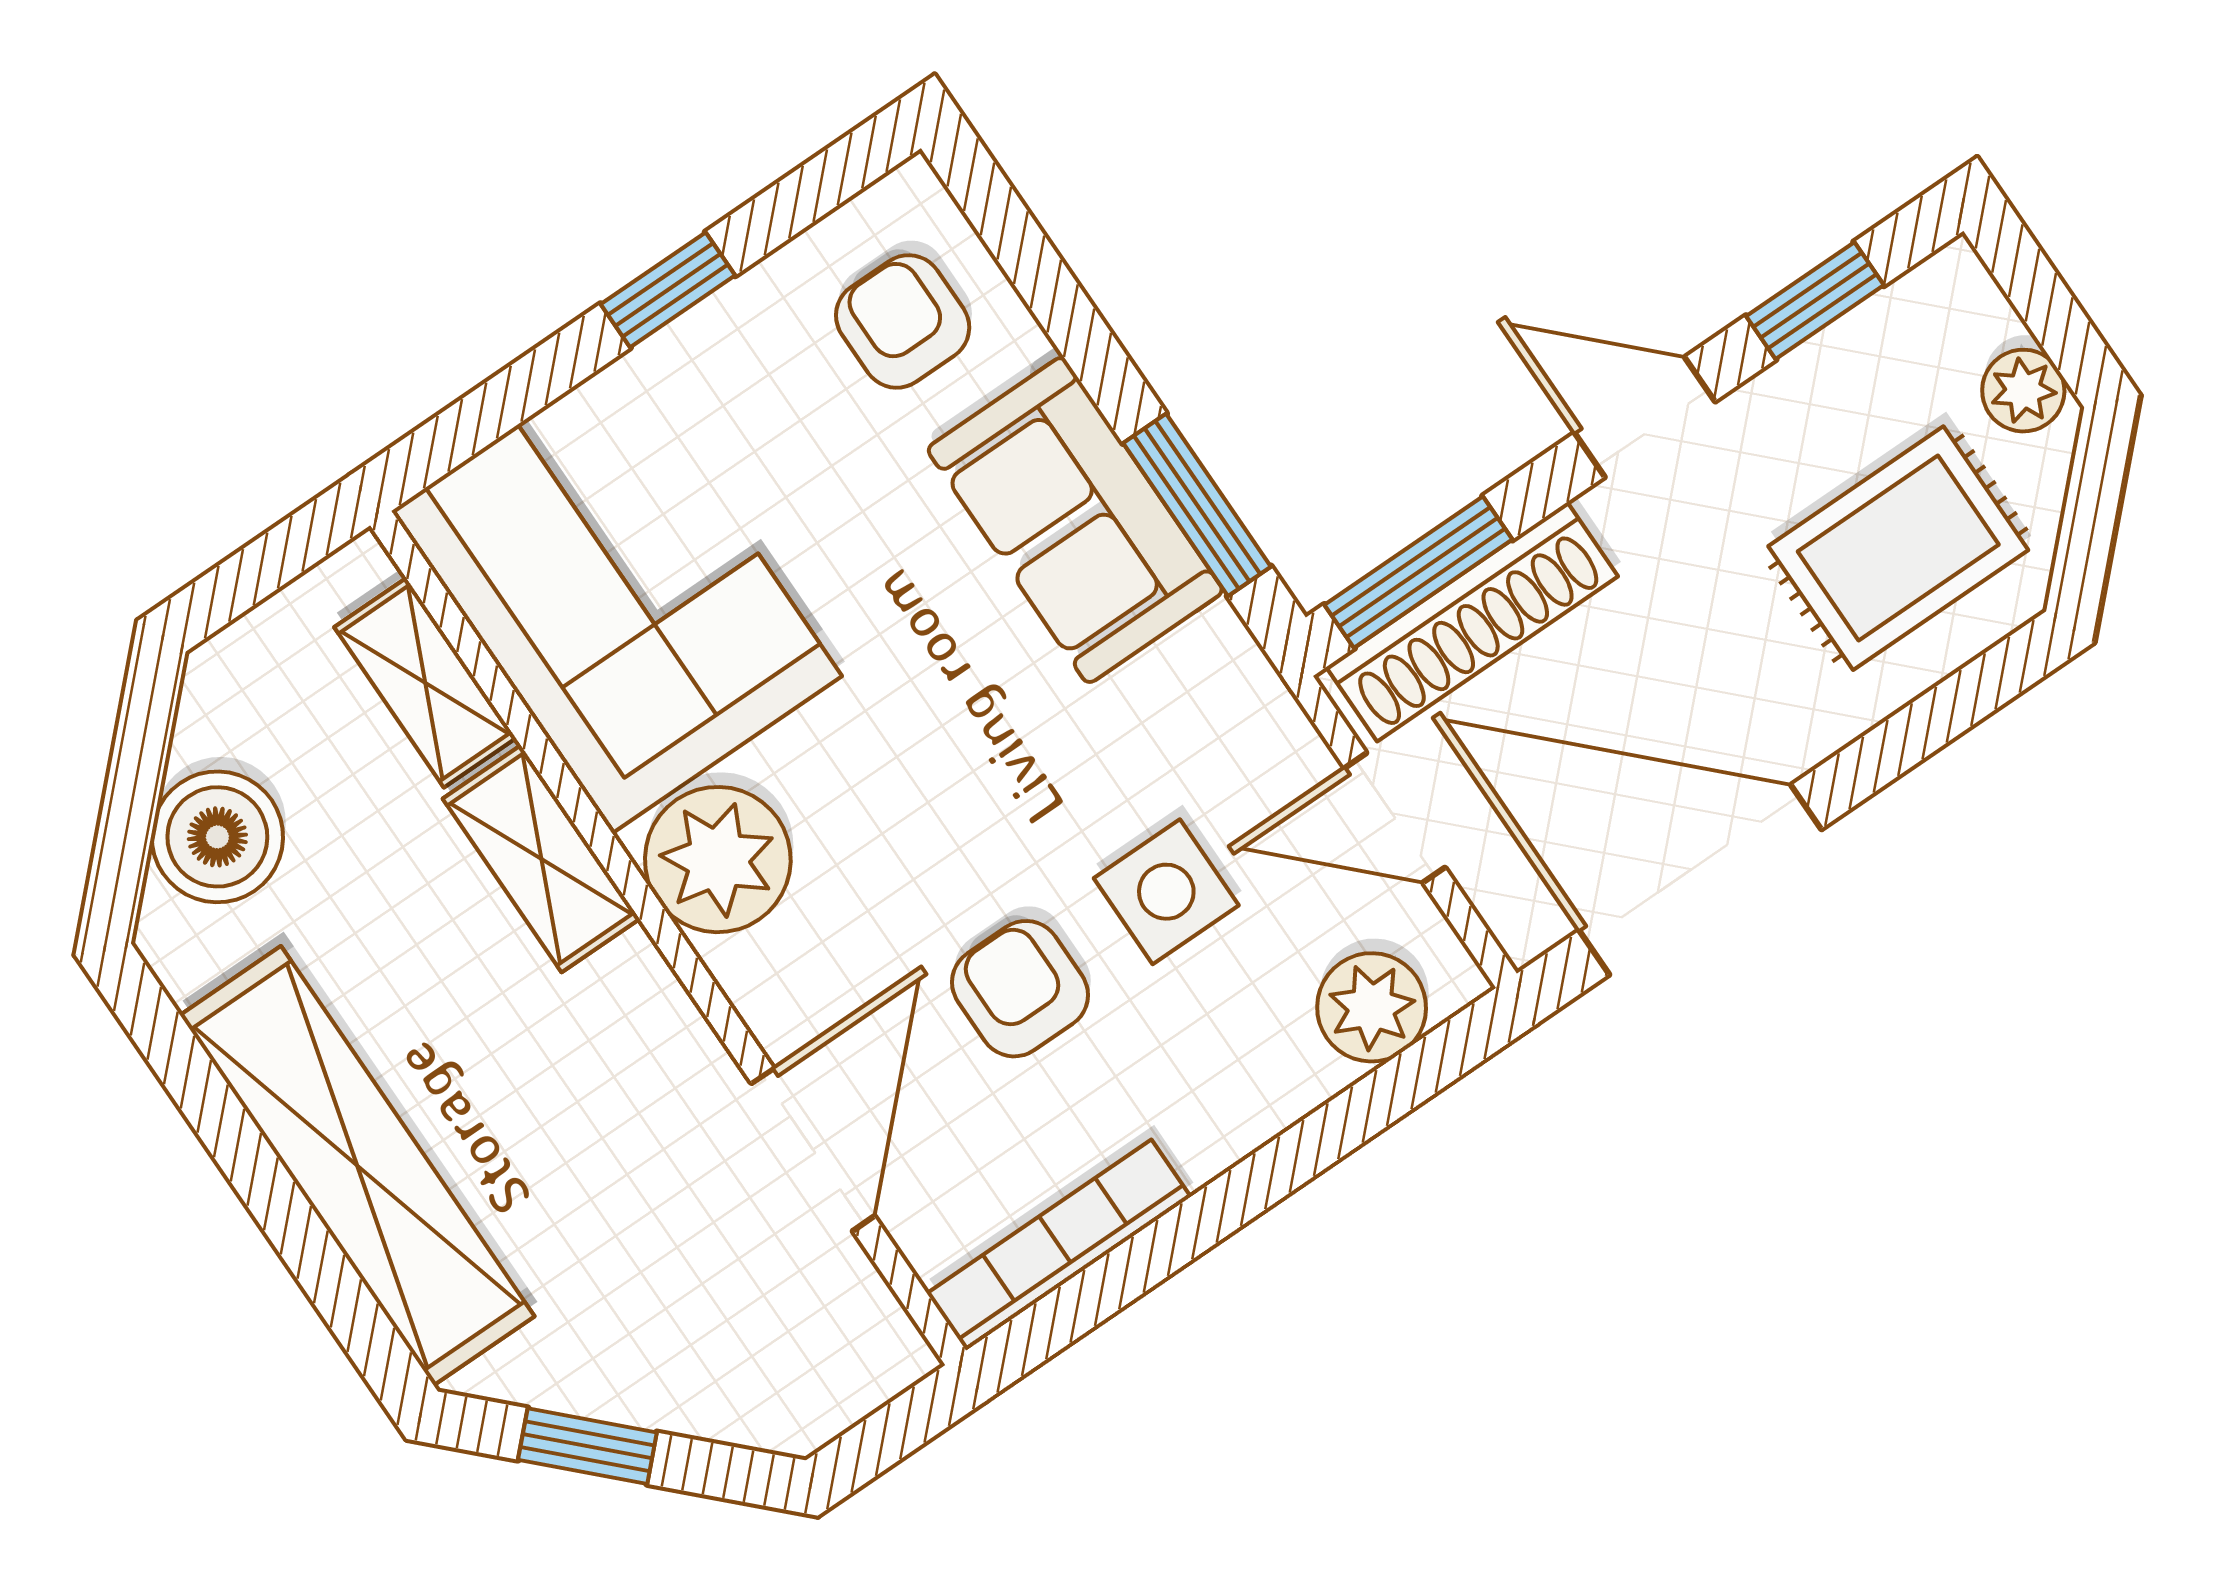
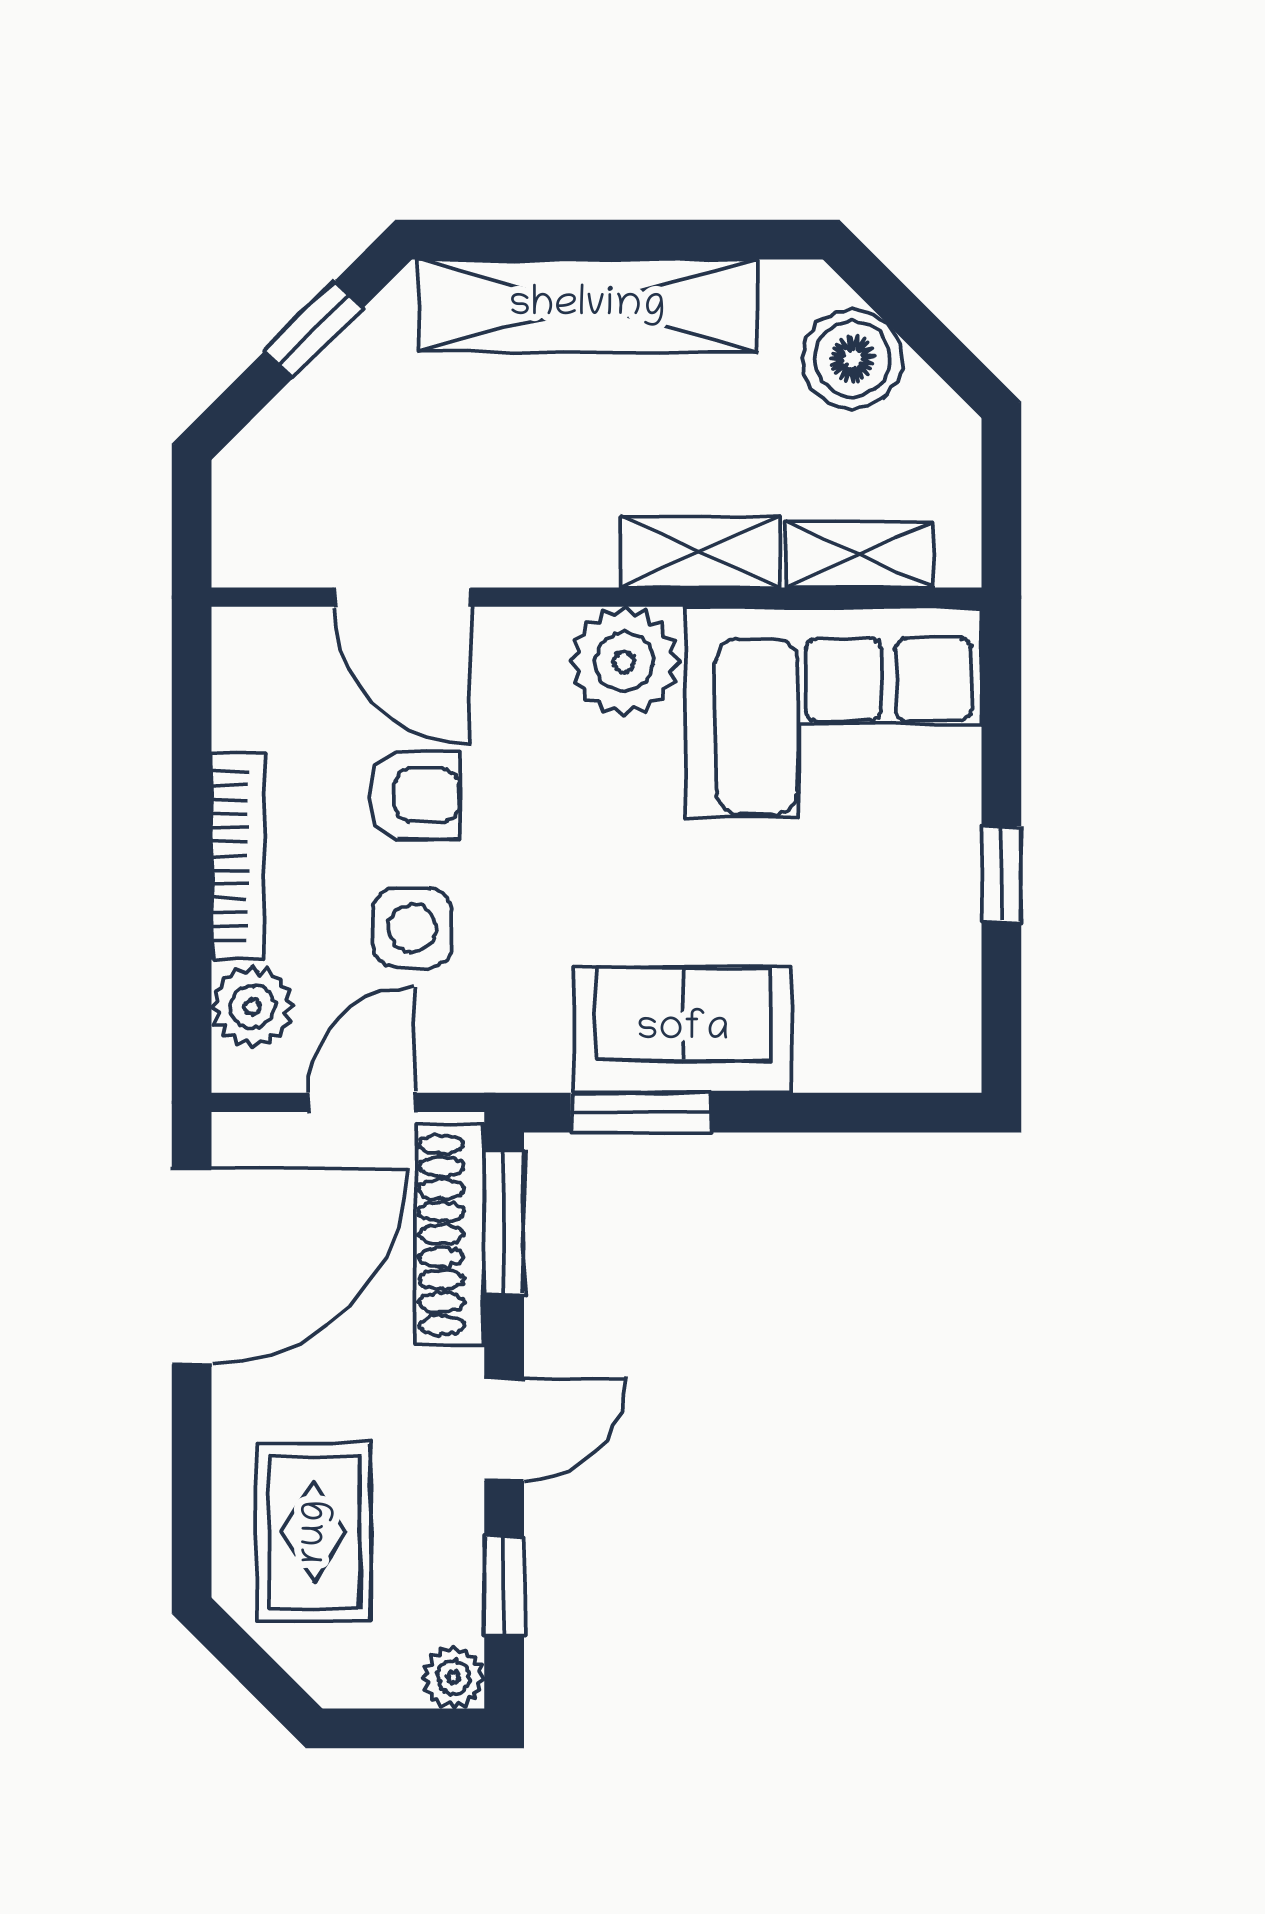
armchair: (903, 321) -> (881, 1007), removed
plant: (2023, 391) -> (453, 1678), moved
bookcase: (1059, 1245) -> (238, 856), moved

